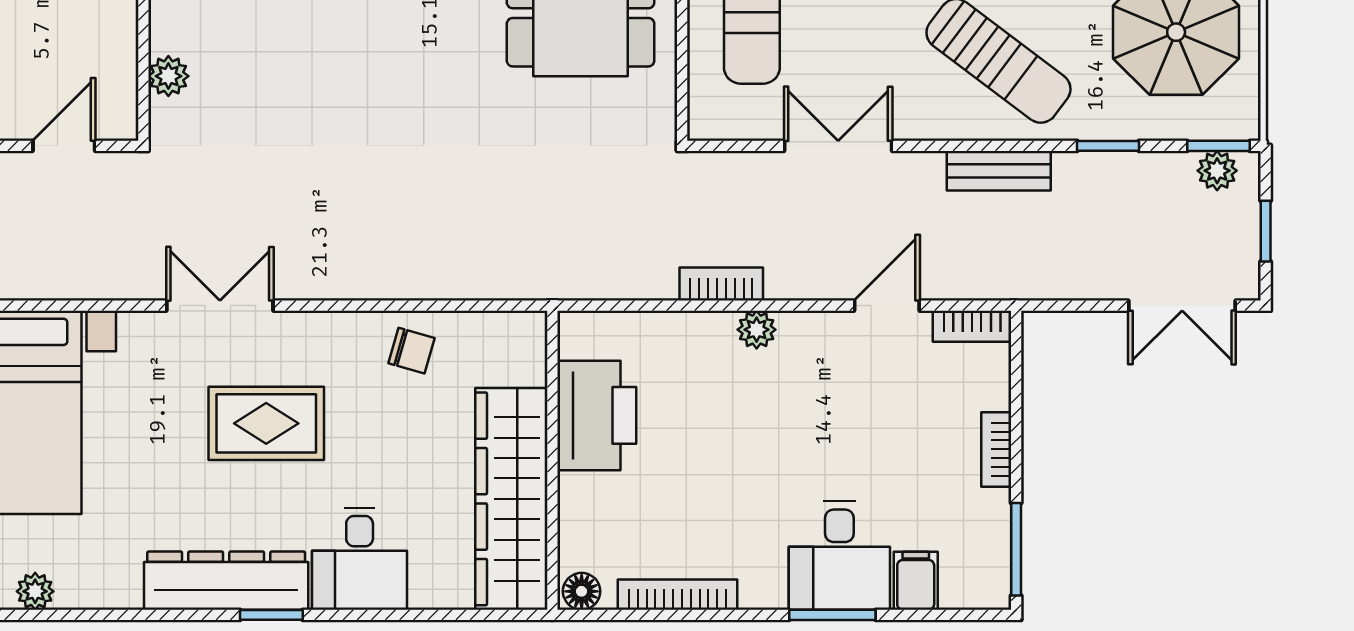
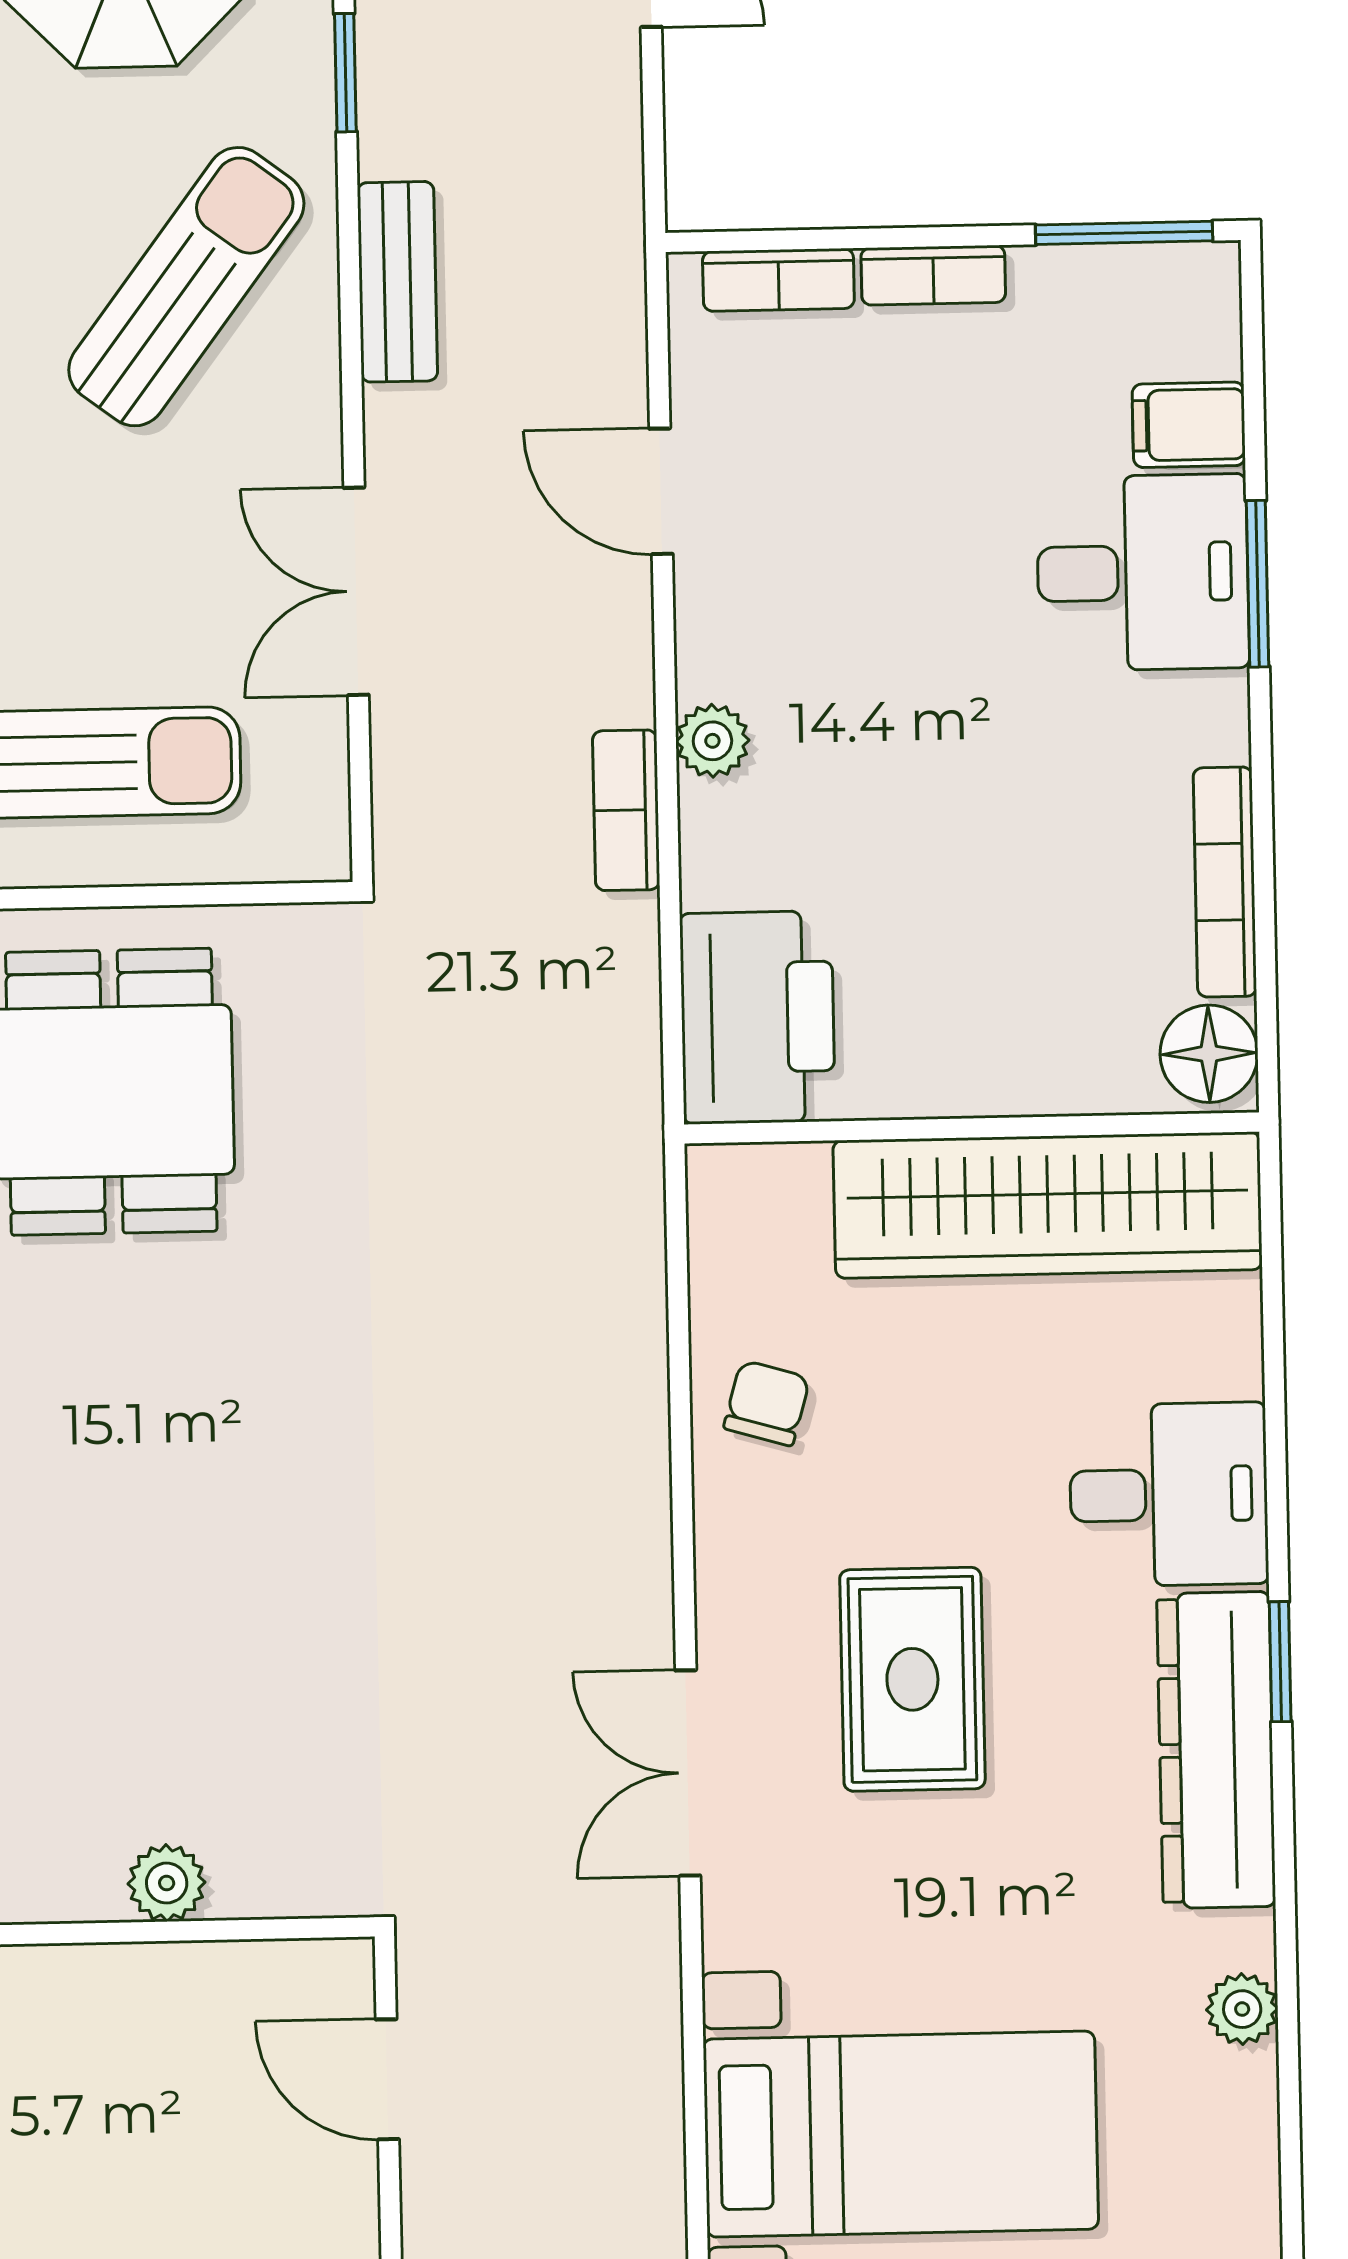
plant: (168, 76) -> (167, 1883), moved
bookcase: (972, 326) -> (778, 280), moved, turned 90
printer: (597, 415) -> (757, 1017), moved, turned 90
plant: (35, 591) -> (1242, 2009), moved
floor lamp: (582, 591) -> (1209, 1054), width x1.37, depth x1.37

